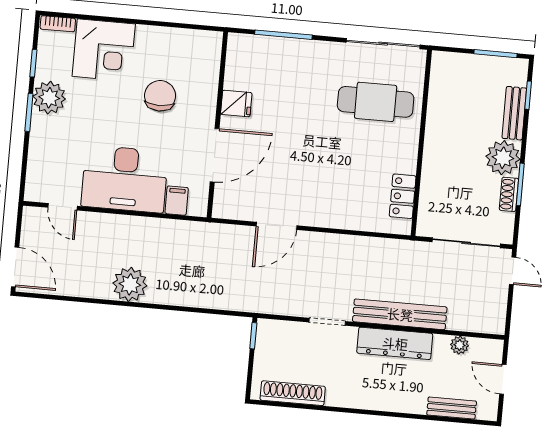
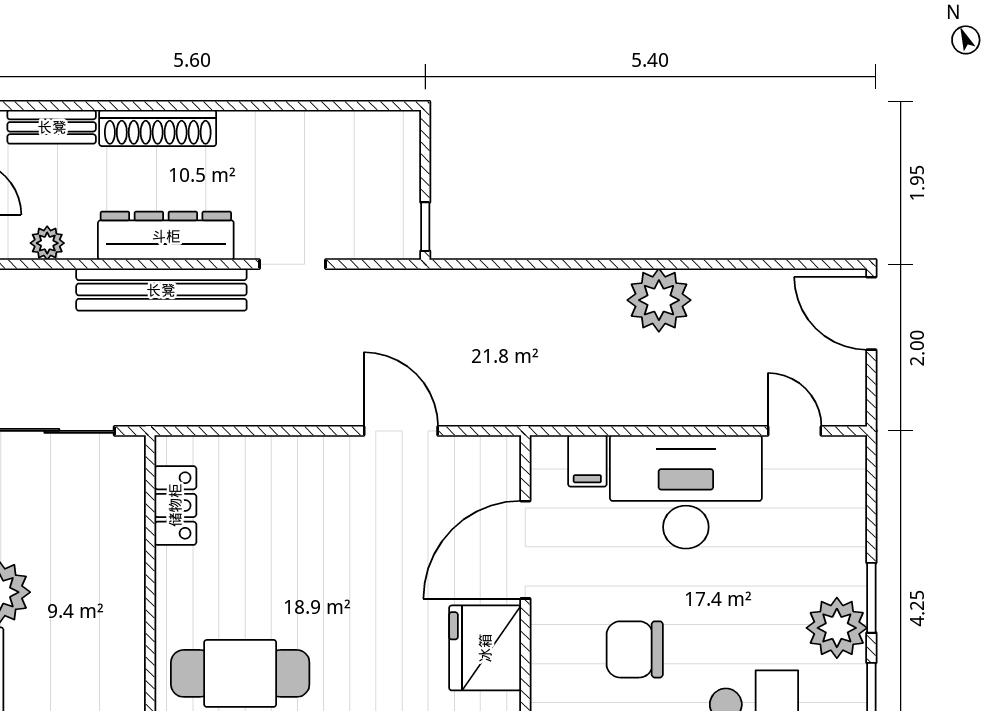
chair: (160, 96) -> (635, 649), turned 90
fridge: (236, 103) -> (485, 648), width x1.88, depth x1.34
door: (277, 226) -> (401, 431), hinge flipped
shoe rack: (293, 393) -> (158, 128), moved

